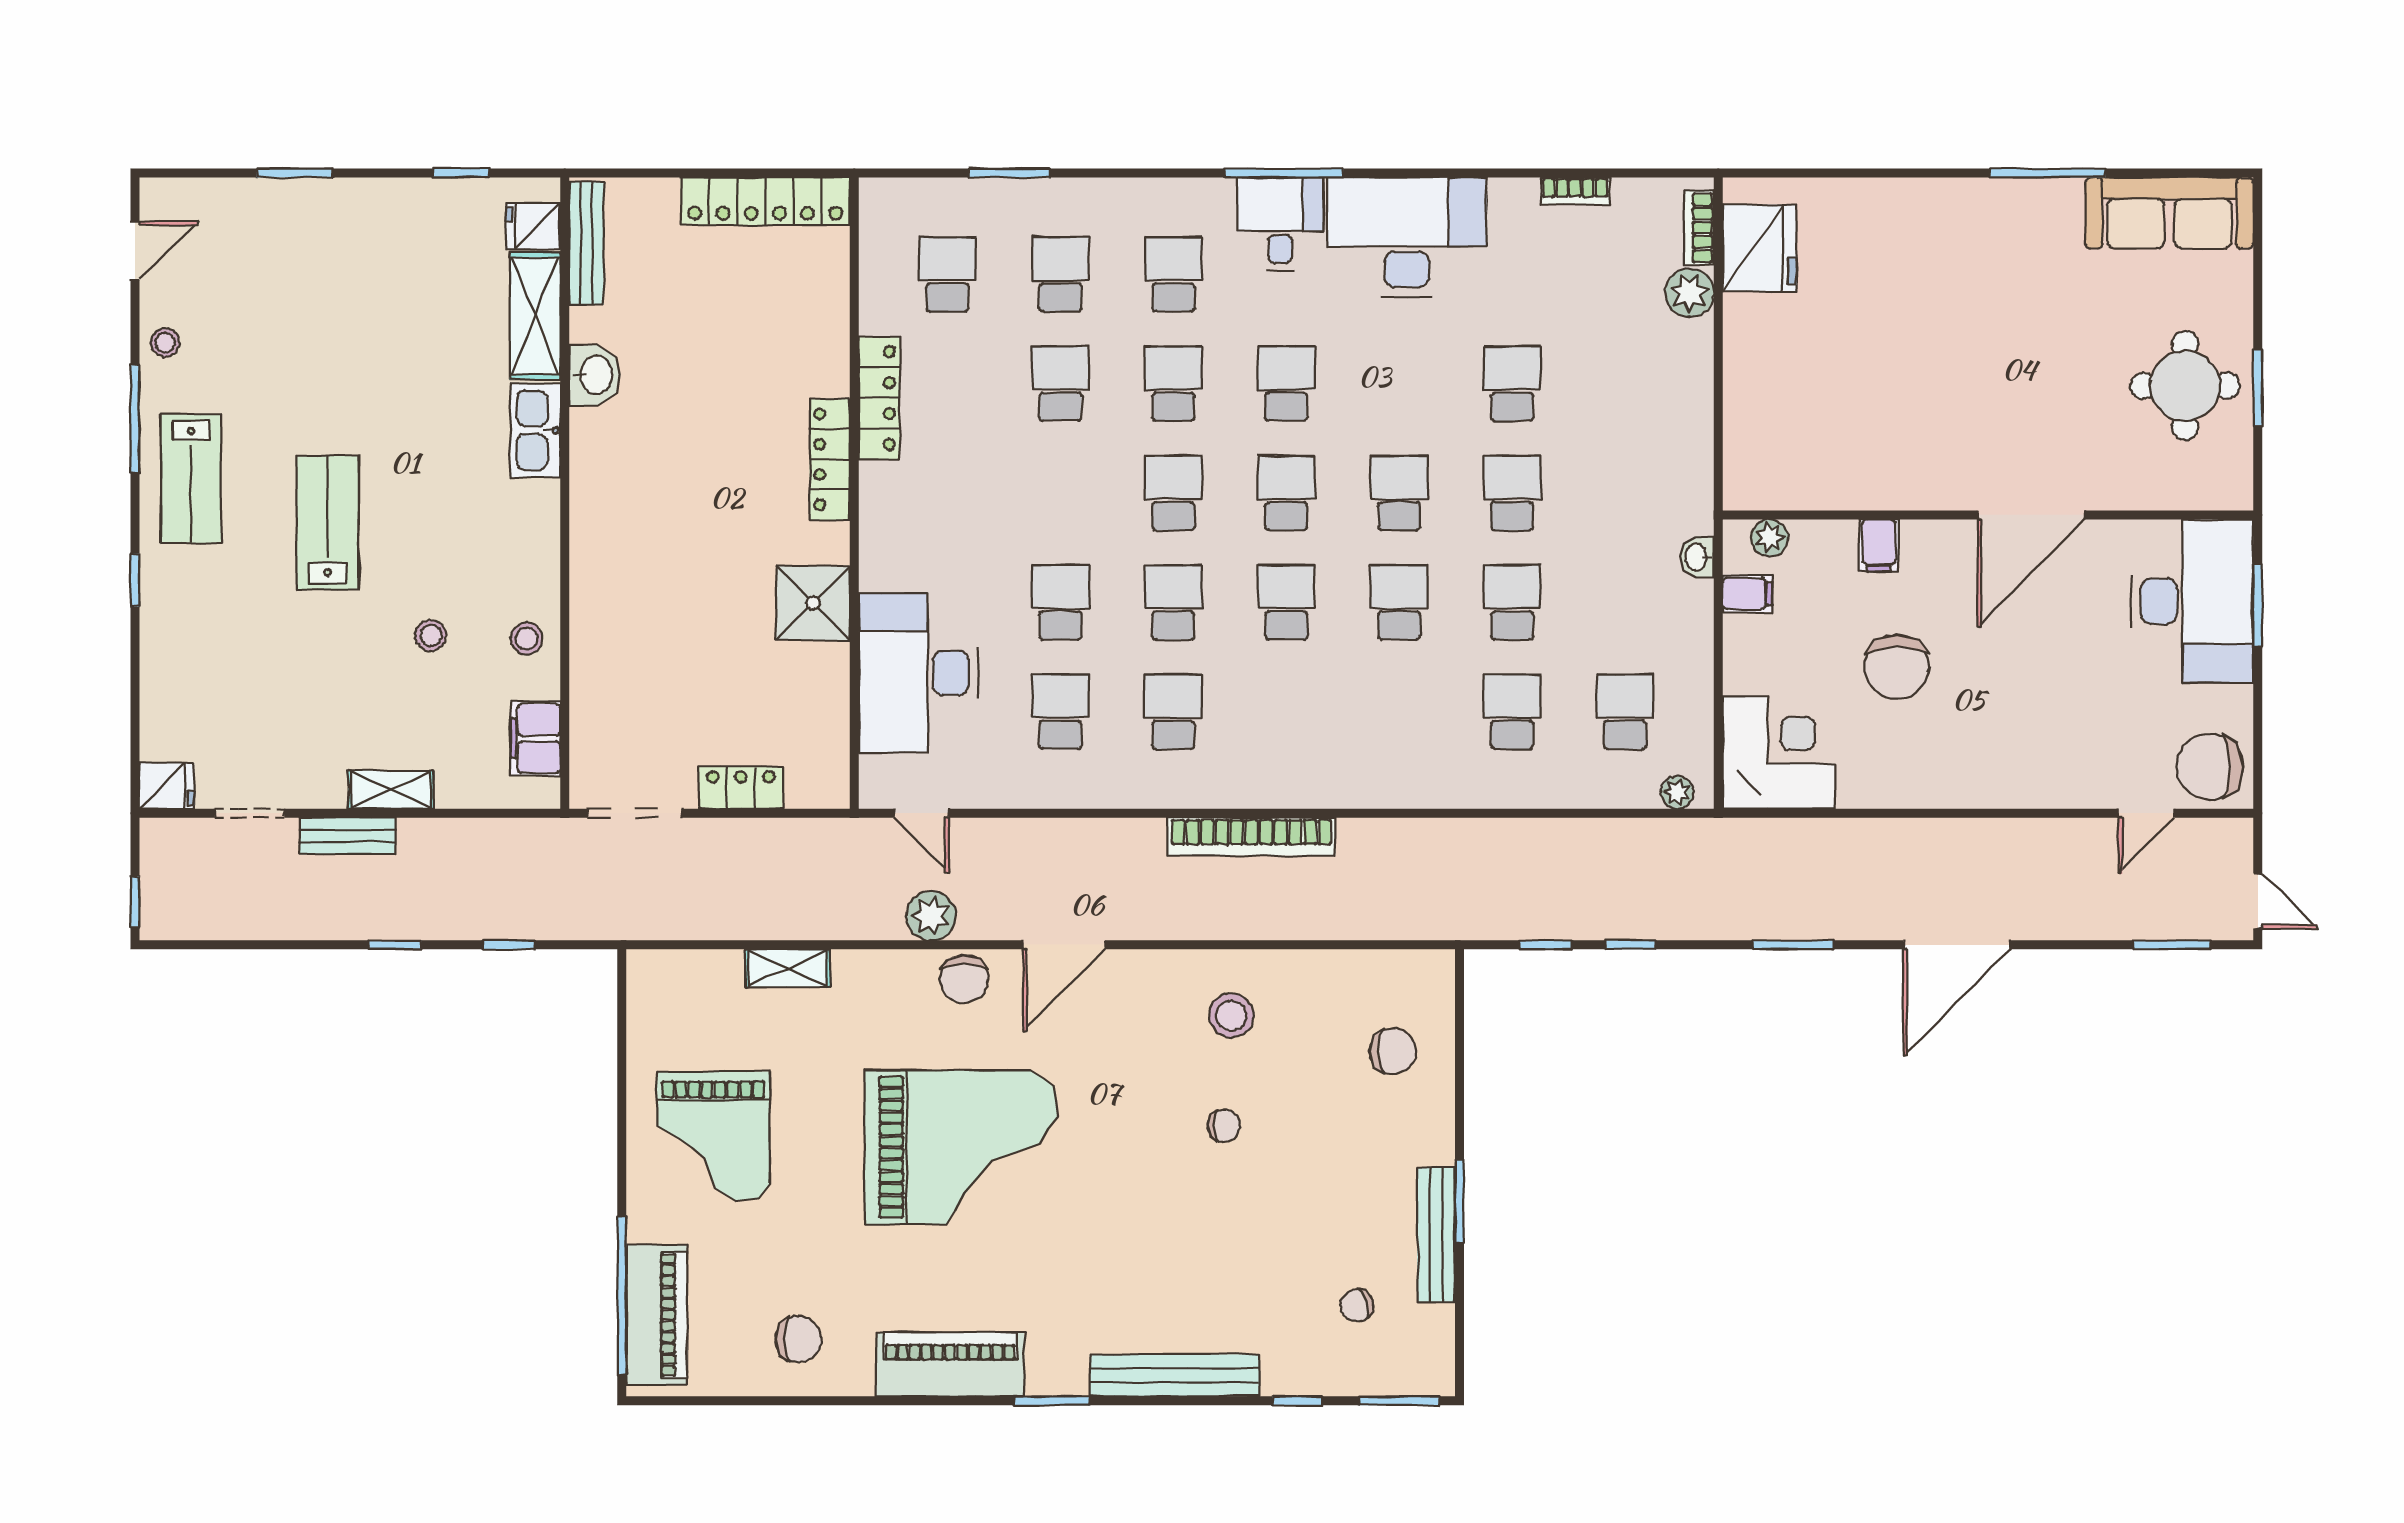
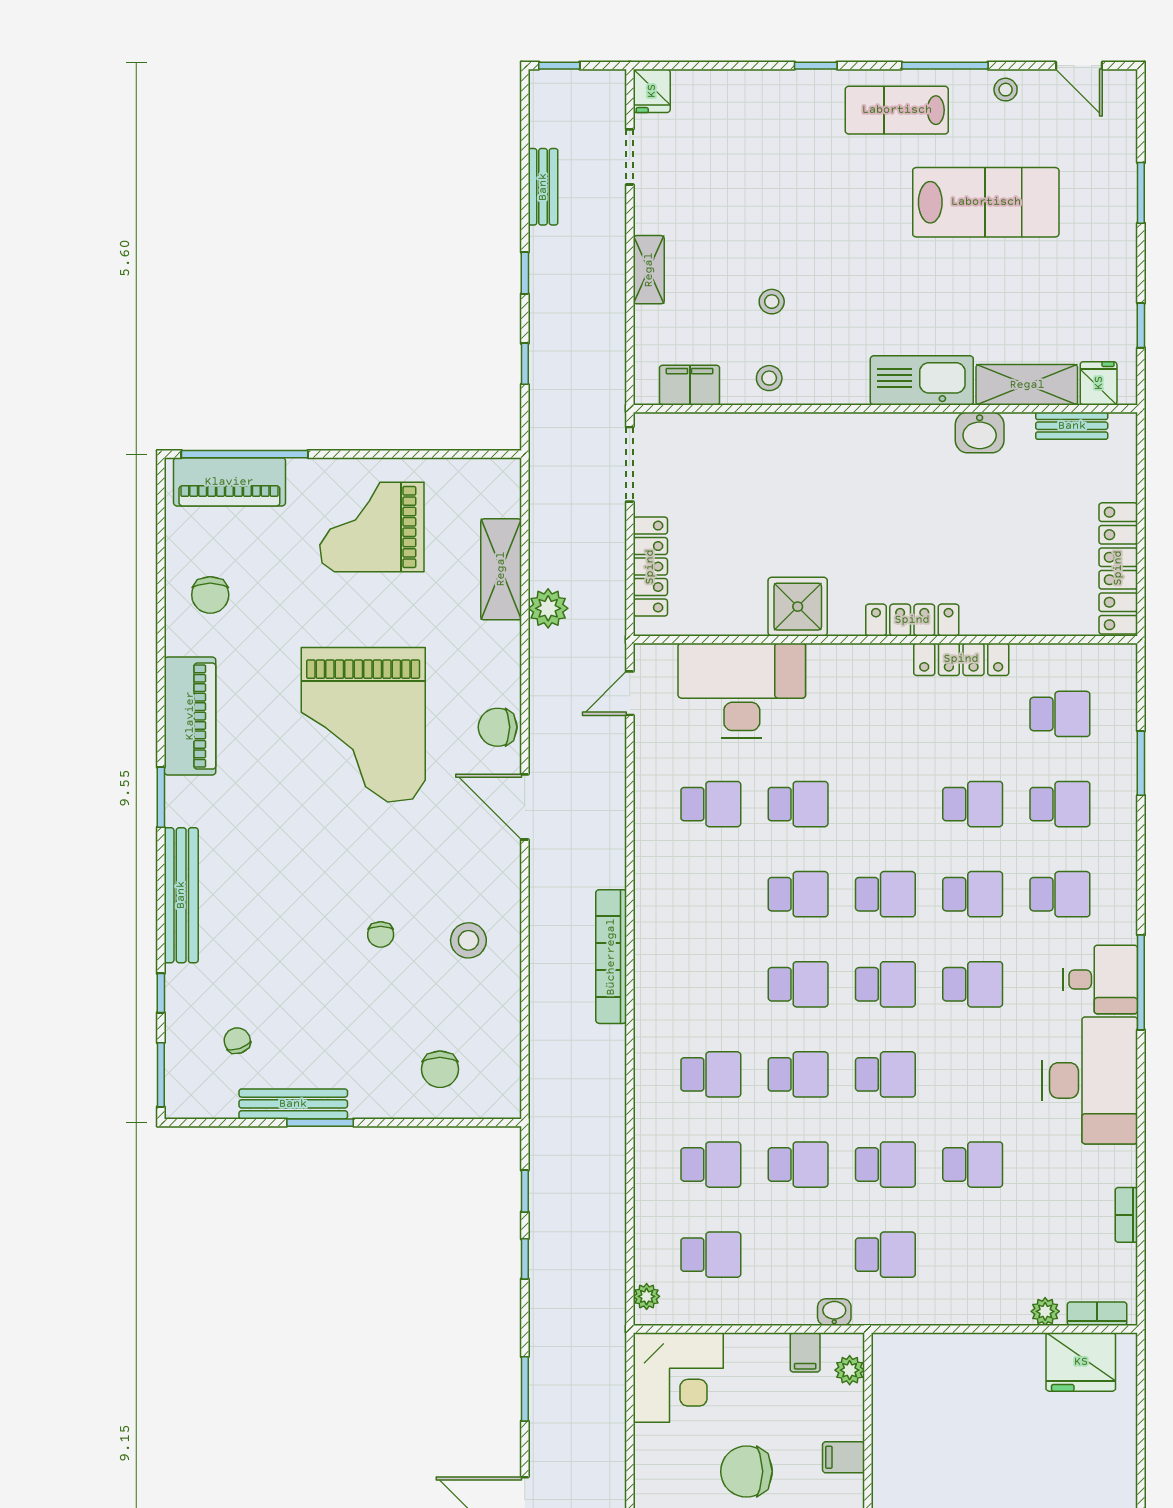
bench: (586, 243) -> (1072, 426), width x0.73
plant: (1690, 293) -> (1045, 1311), width x0.73, depth x0.73
kitchen sink: (536, 430) -> (922, 380), width x1.36, depth x1.24
school desk: (1625, 493) -> (885, 1255), added
lab bench: (328, 523) -> (986, 202), moved, width x1.36, depth x1.39
school desk: (1173, 712) -> (711, 1074), moved
locker: (741, 788) -> (650, 567), width x1.53
bench: (347, 836) -> (543, 187), moved
plant: (931, 916) -> (548, 608), moved
shelving: (787, 968) -> (501, 569), width x1.50, depth x1.33

